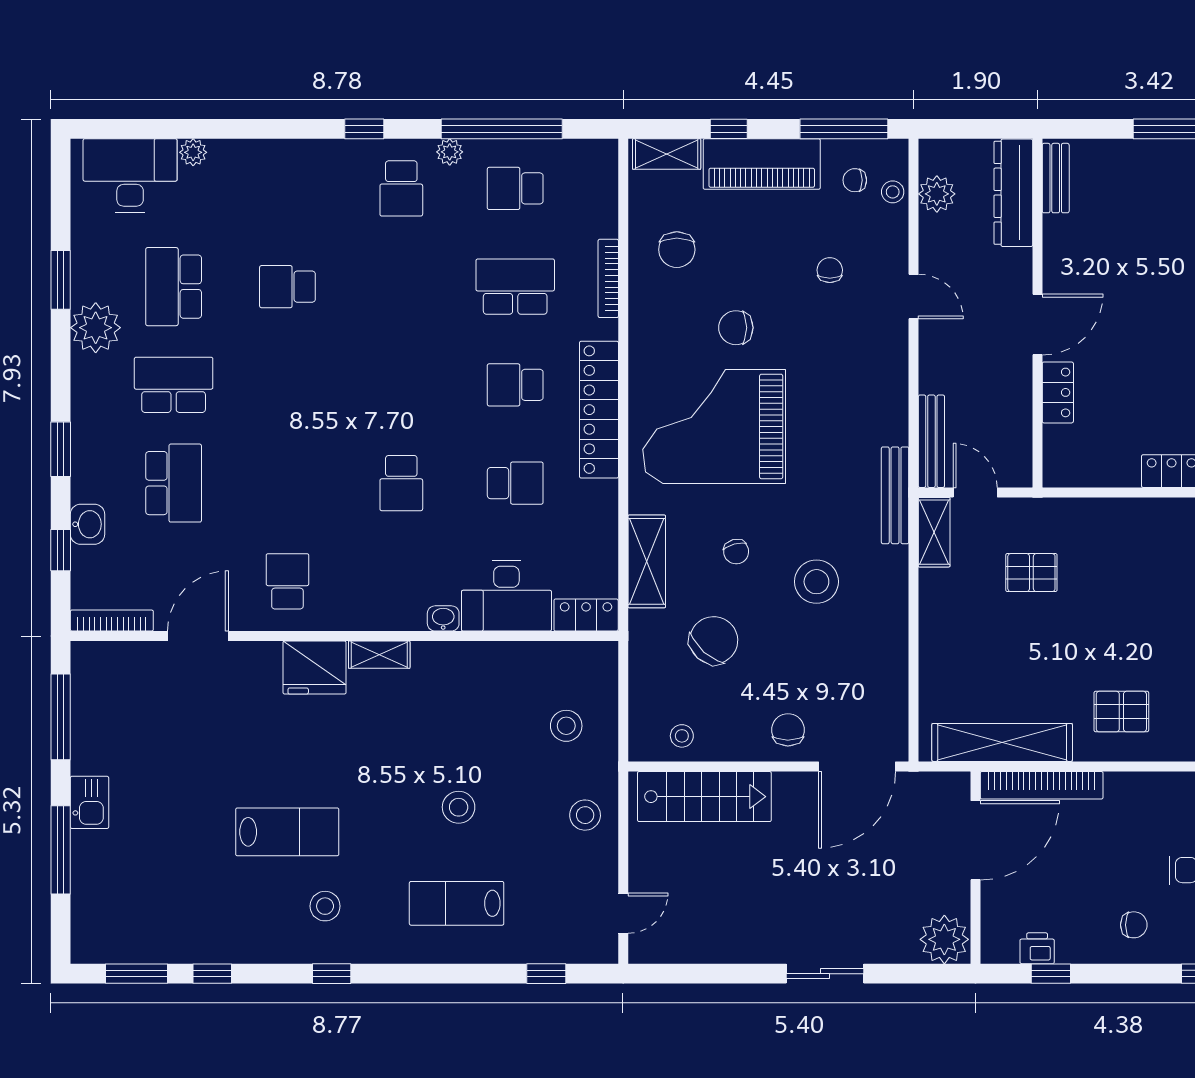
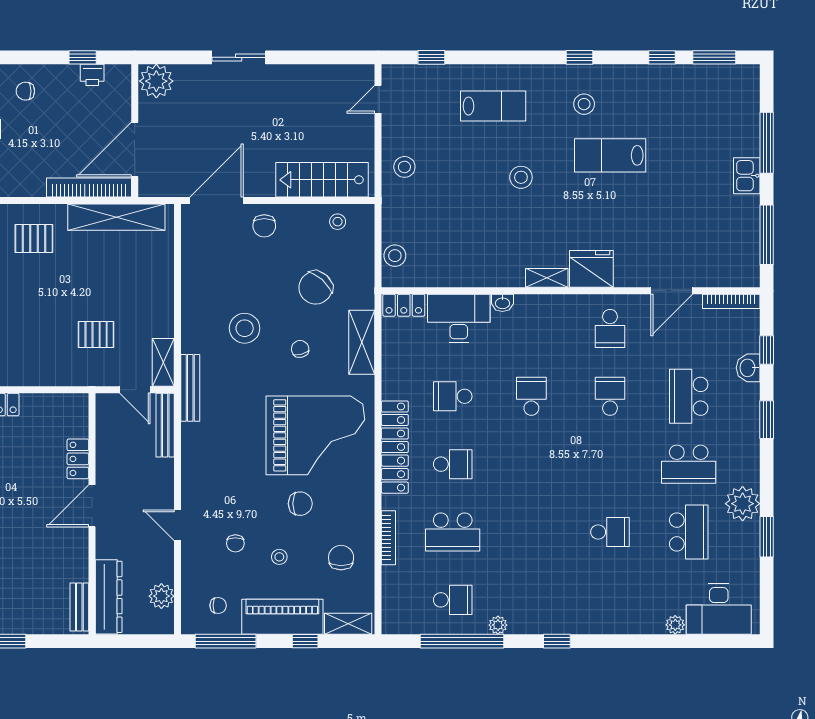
school desk: (401, 188) -> (610, 396), moved
stool: (893, 192) -> (279, 557), moved
stool: (566, 726) -> (395, 256), moved
stool: (459, 807) -> (521, 177), moved

